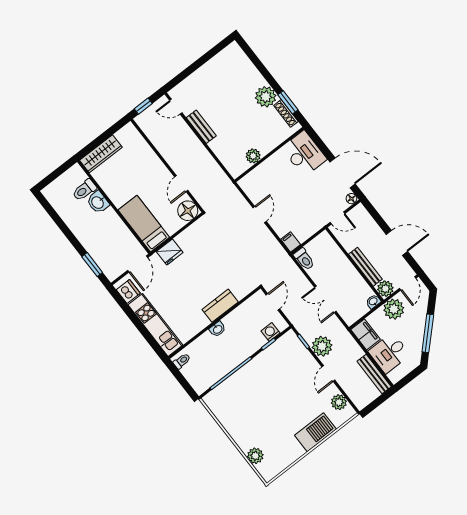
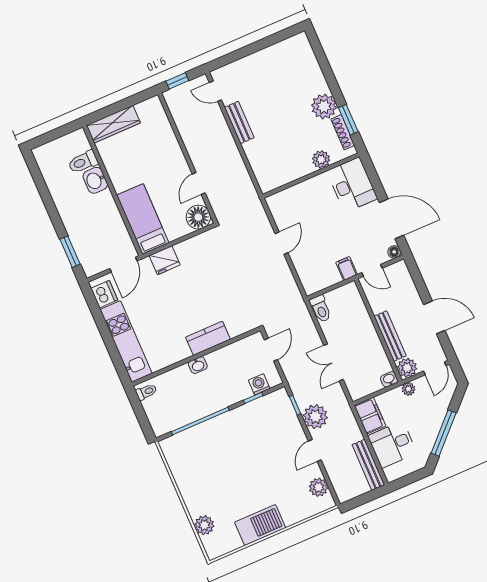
plant: (253, 156) -> (321, 159), moved
filing cabinet: (291, 242) -> (347, 269), moved
plant: (394, 309) -> (408, 389), width x0.53, depth x0.53
barbecue: (315, 432) -> (260, 525), moved

